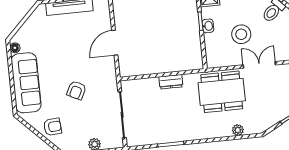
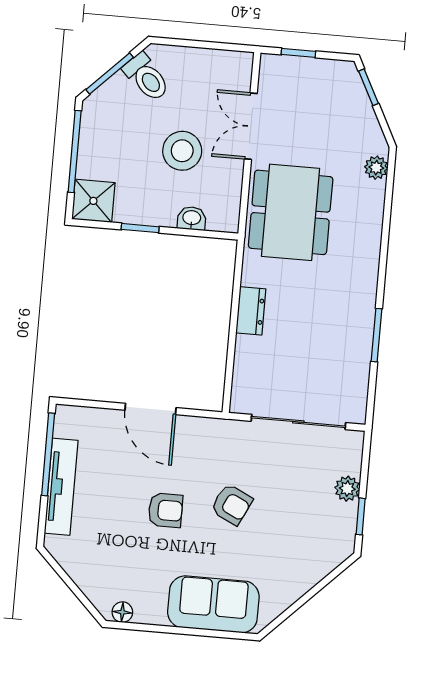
washbasin: (208, 26) -> (192, 218), moved
sofa: (26, 83) -> (213, 604), width x0.73
armchair: (53, 127) -> (165, 510), moved, turned 95
plant: (238, 130) -> (376, 168), moved

